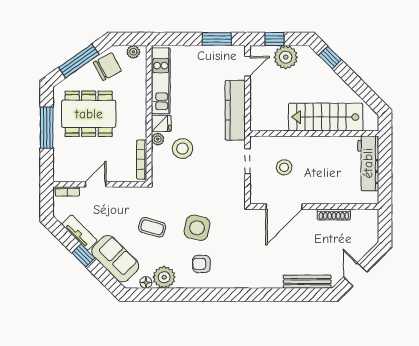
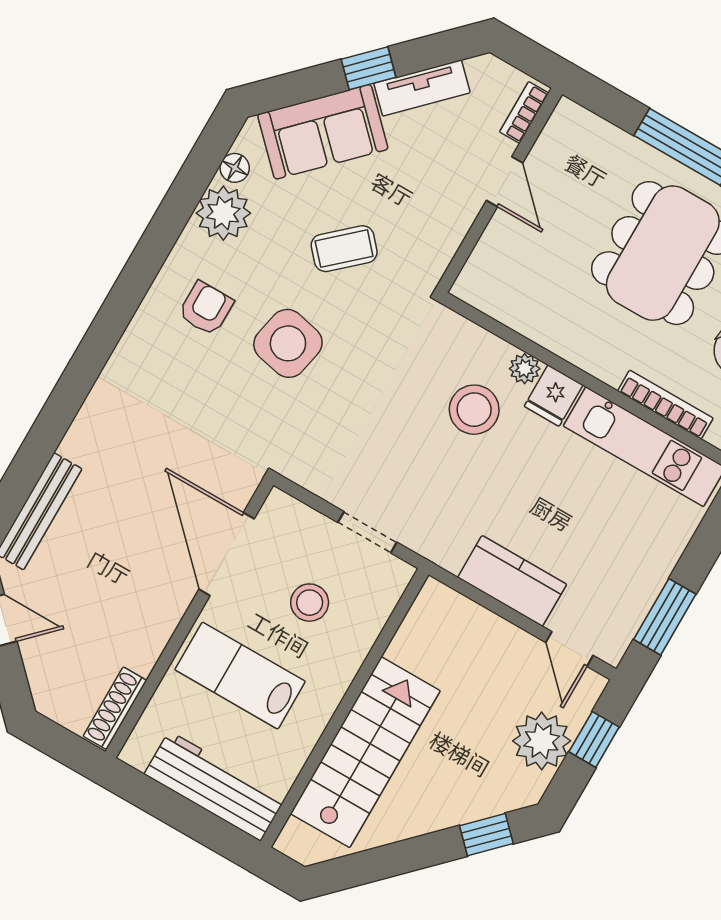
kitchen counter: (235, 110) -> (512, 581), width x0.67
bookcase: (142, 159) -> (665, 405), moved
lab bench: (324, 177) -> (240, 676), added
shoe rack: (334, 214) -> (115, 708), moved
coffee table: (152, 227) -> (344, 249), turned 32

